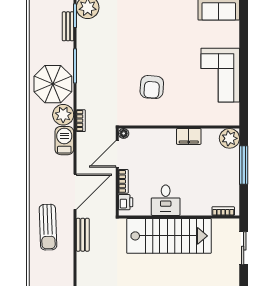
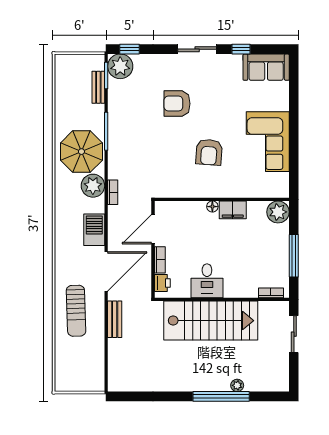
armchair: (139, 41) -> (177, 104), added
armchair: (152, 87) -> (209, 152), moved
floor lamp: (124, 133) -> (212, 207), moved
barbecue: (64, 141) -> (94, 230), moved
window: (244, 165) -> (294, 256), moved

